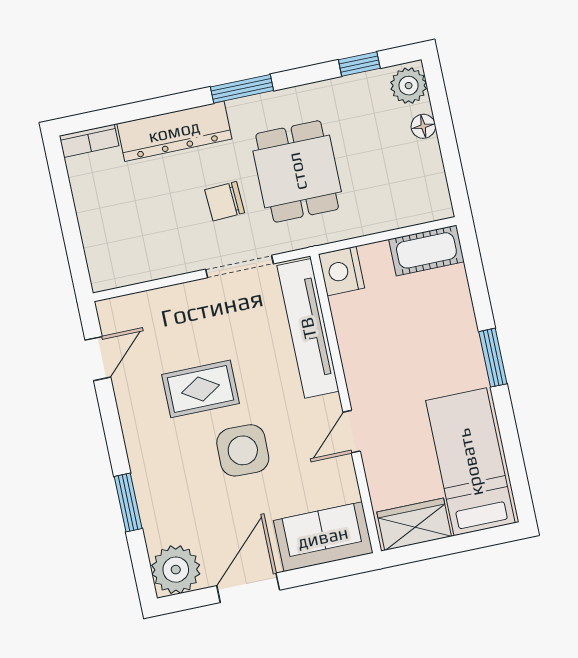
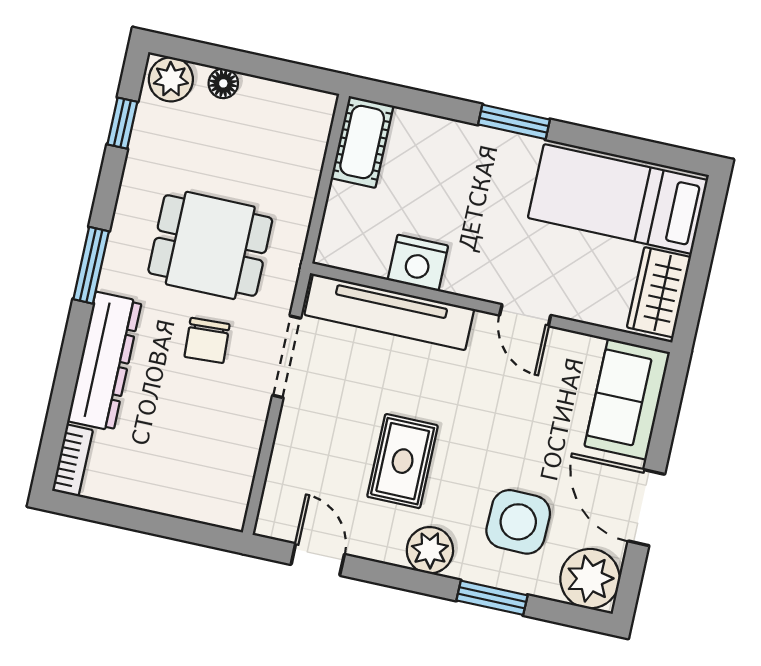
nightstand: (341, 271) -> (418, 263), moved
plant: (143, 440) -> (430, 550), added
side table: (243, 450) -> (518, 522), moved

